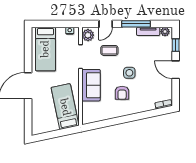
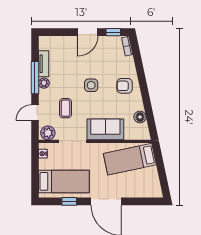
door: (106, 24) -> (35, 113), swing flipped
plant: (165, 32) -> (44, 83), moved
window: (176, 45) -> (113, 32), moved
window: (28, 54) -> (69, 201), added
armchair: (122, 93) -> (125, 86), moved, turned 180
floor lamp: (102, 115) -> (140, 117), added

